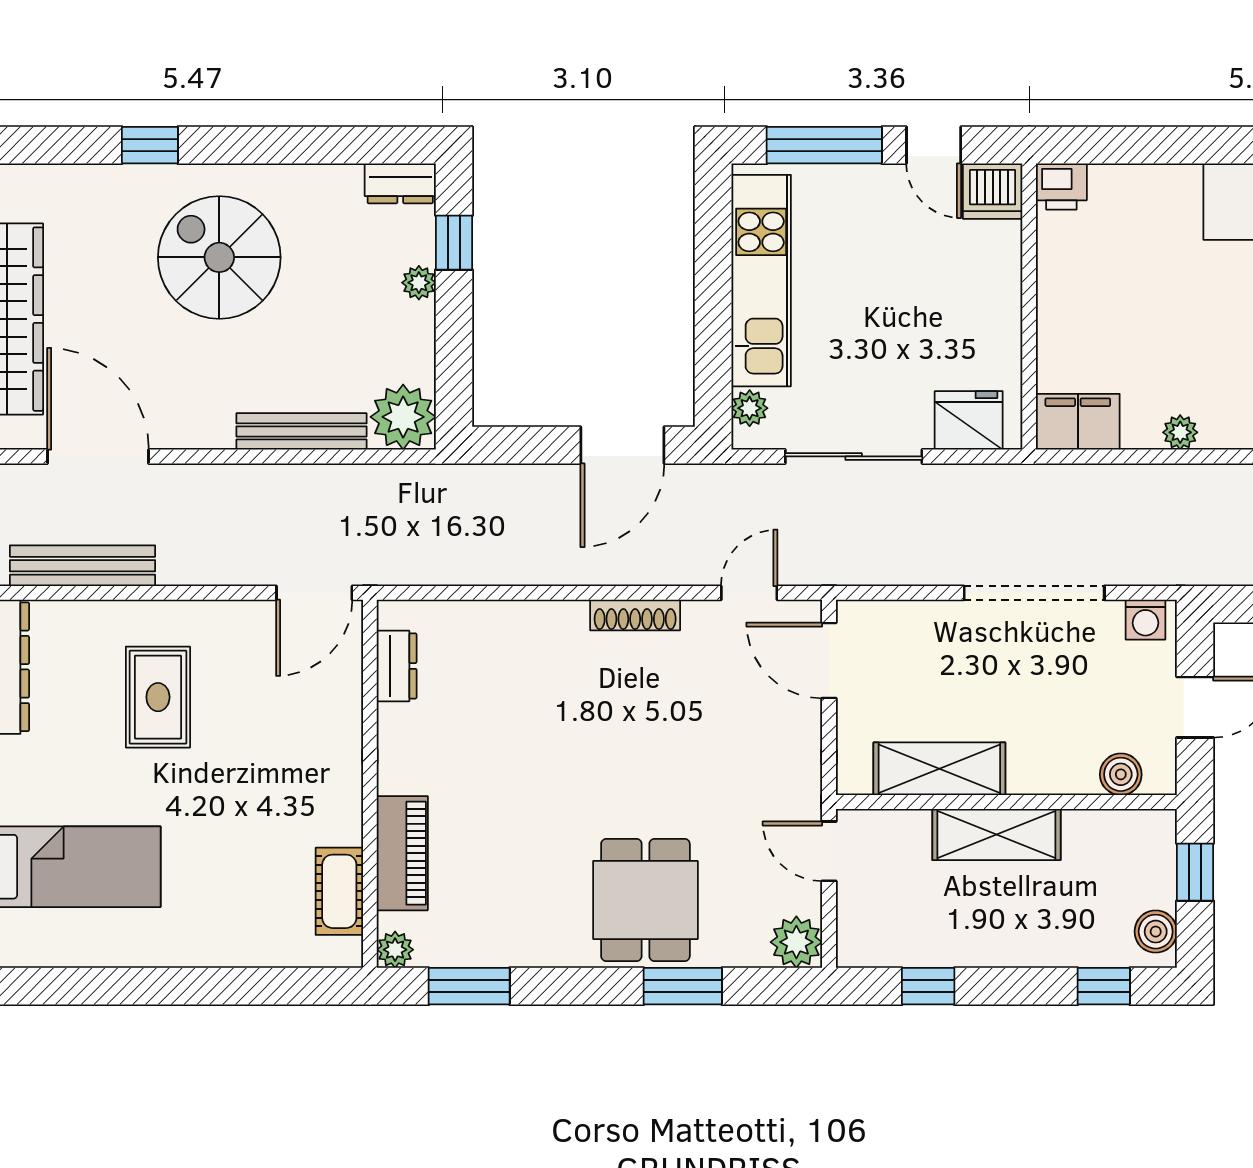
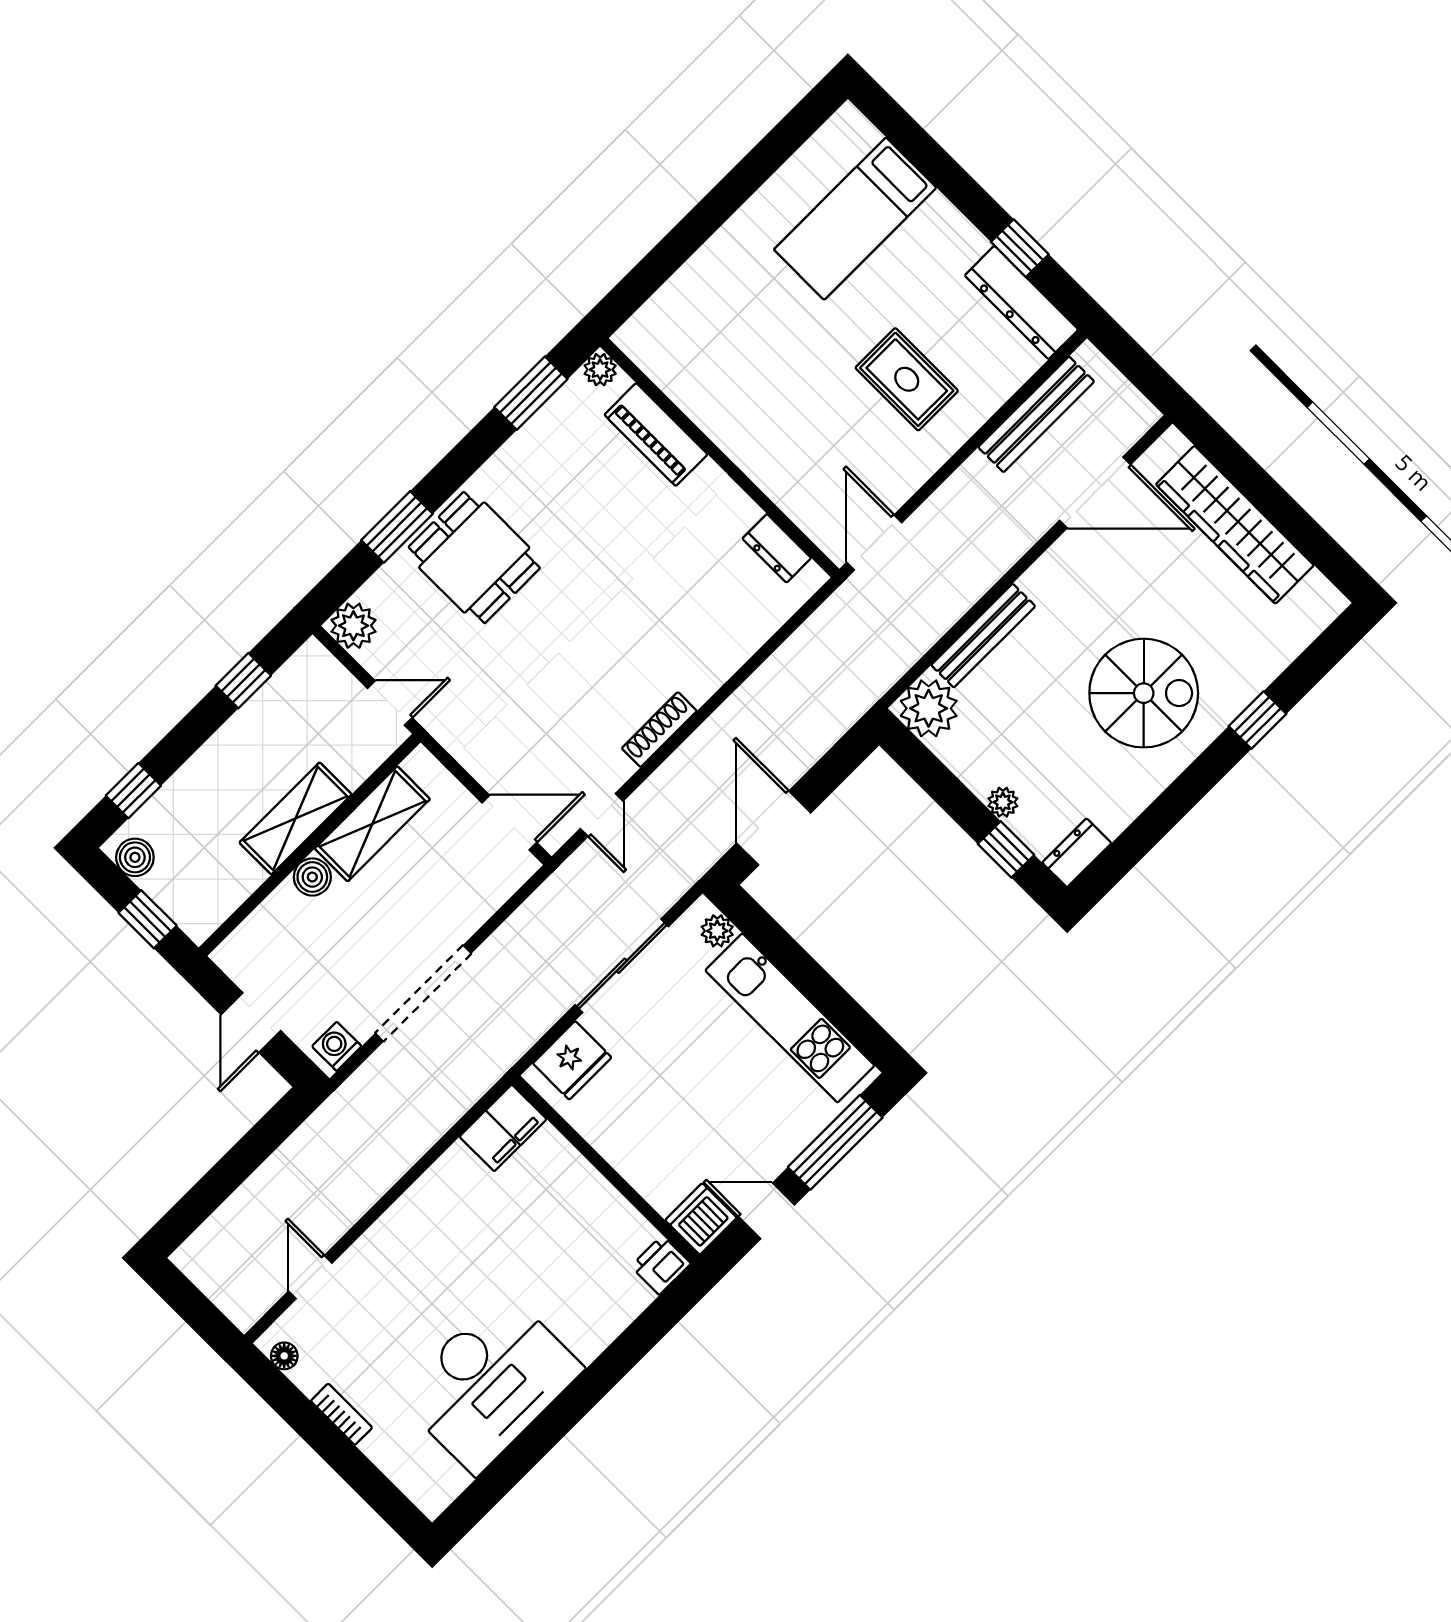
plant: (1180, 432) -> (432, 1185), removed
boiler: (1121, 774) -> (312, 877), moved
cot: (339, 891) -> (671, 371), removed

